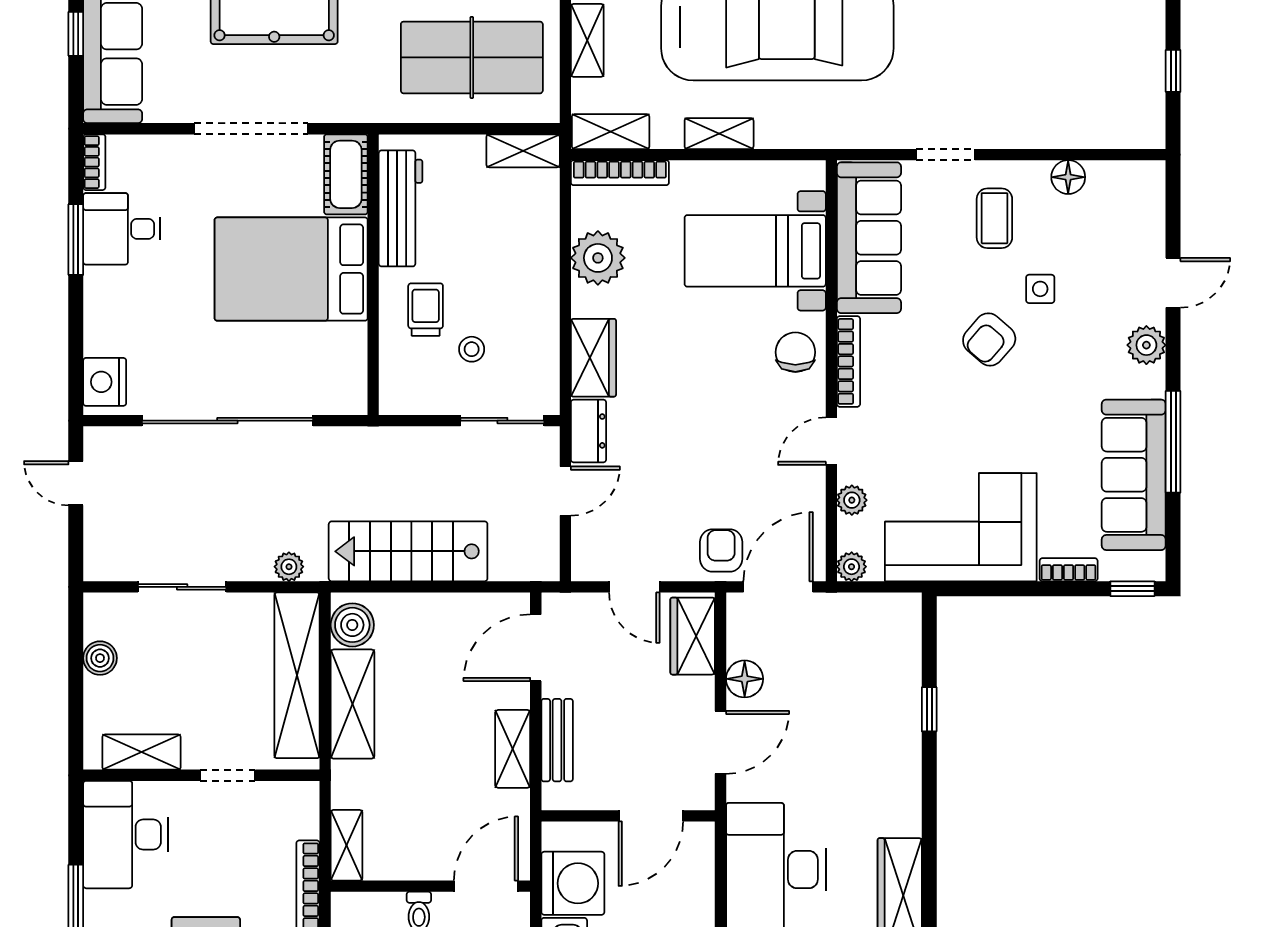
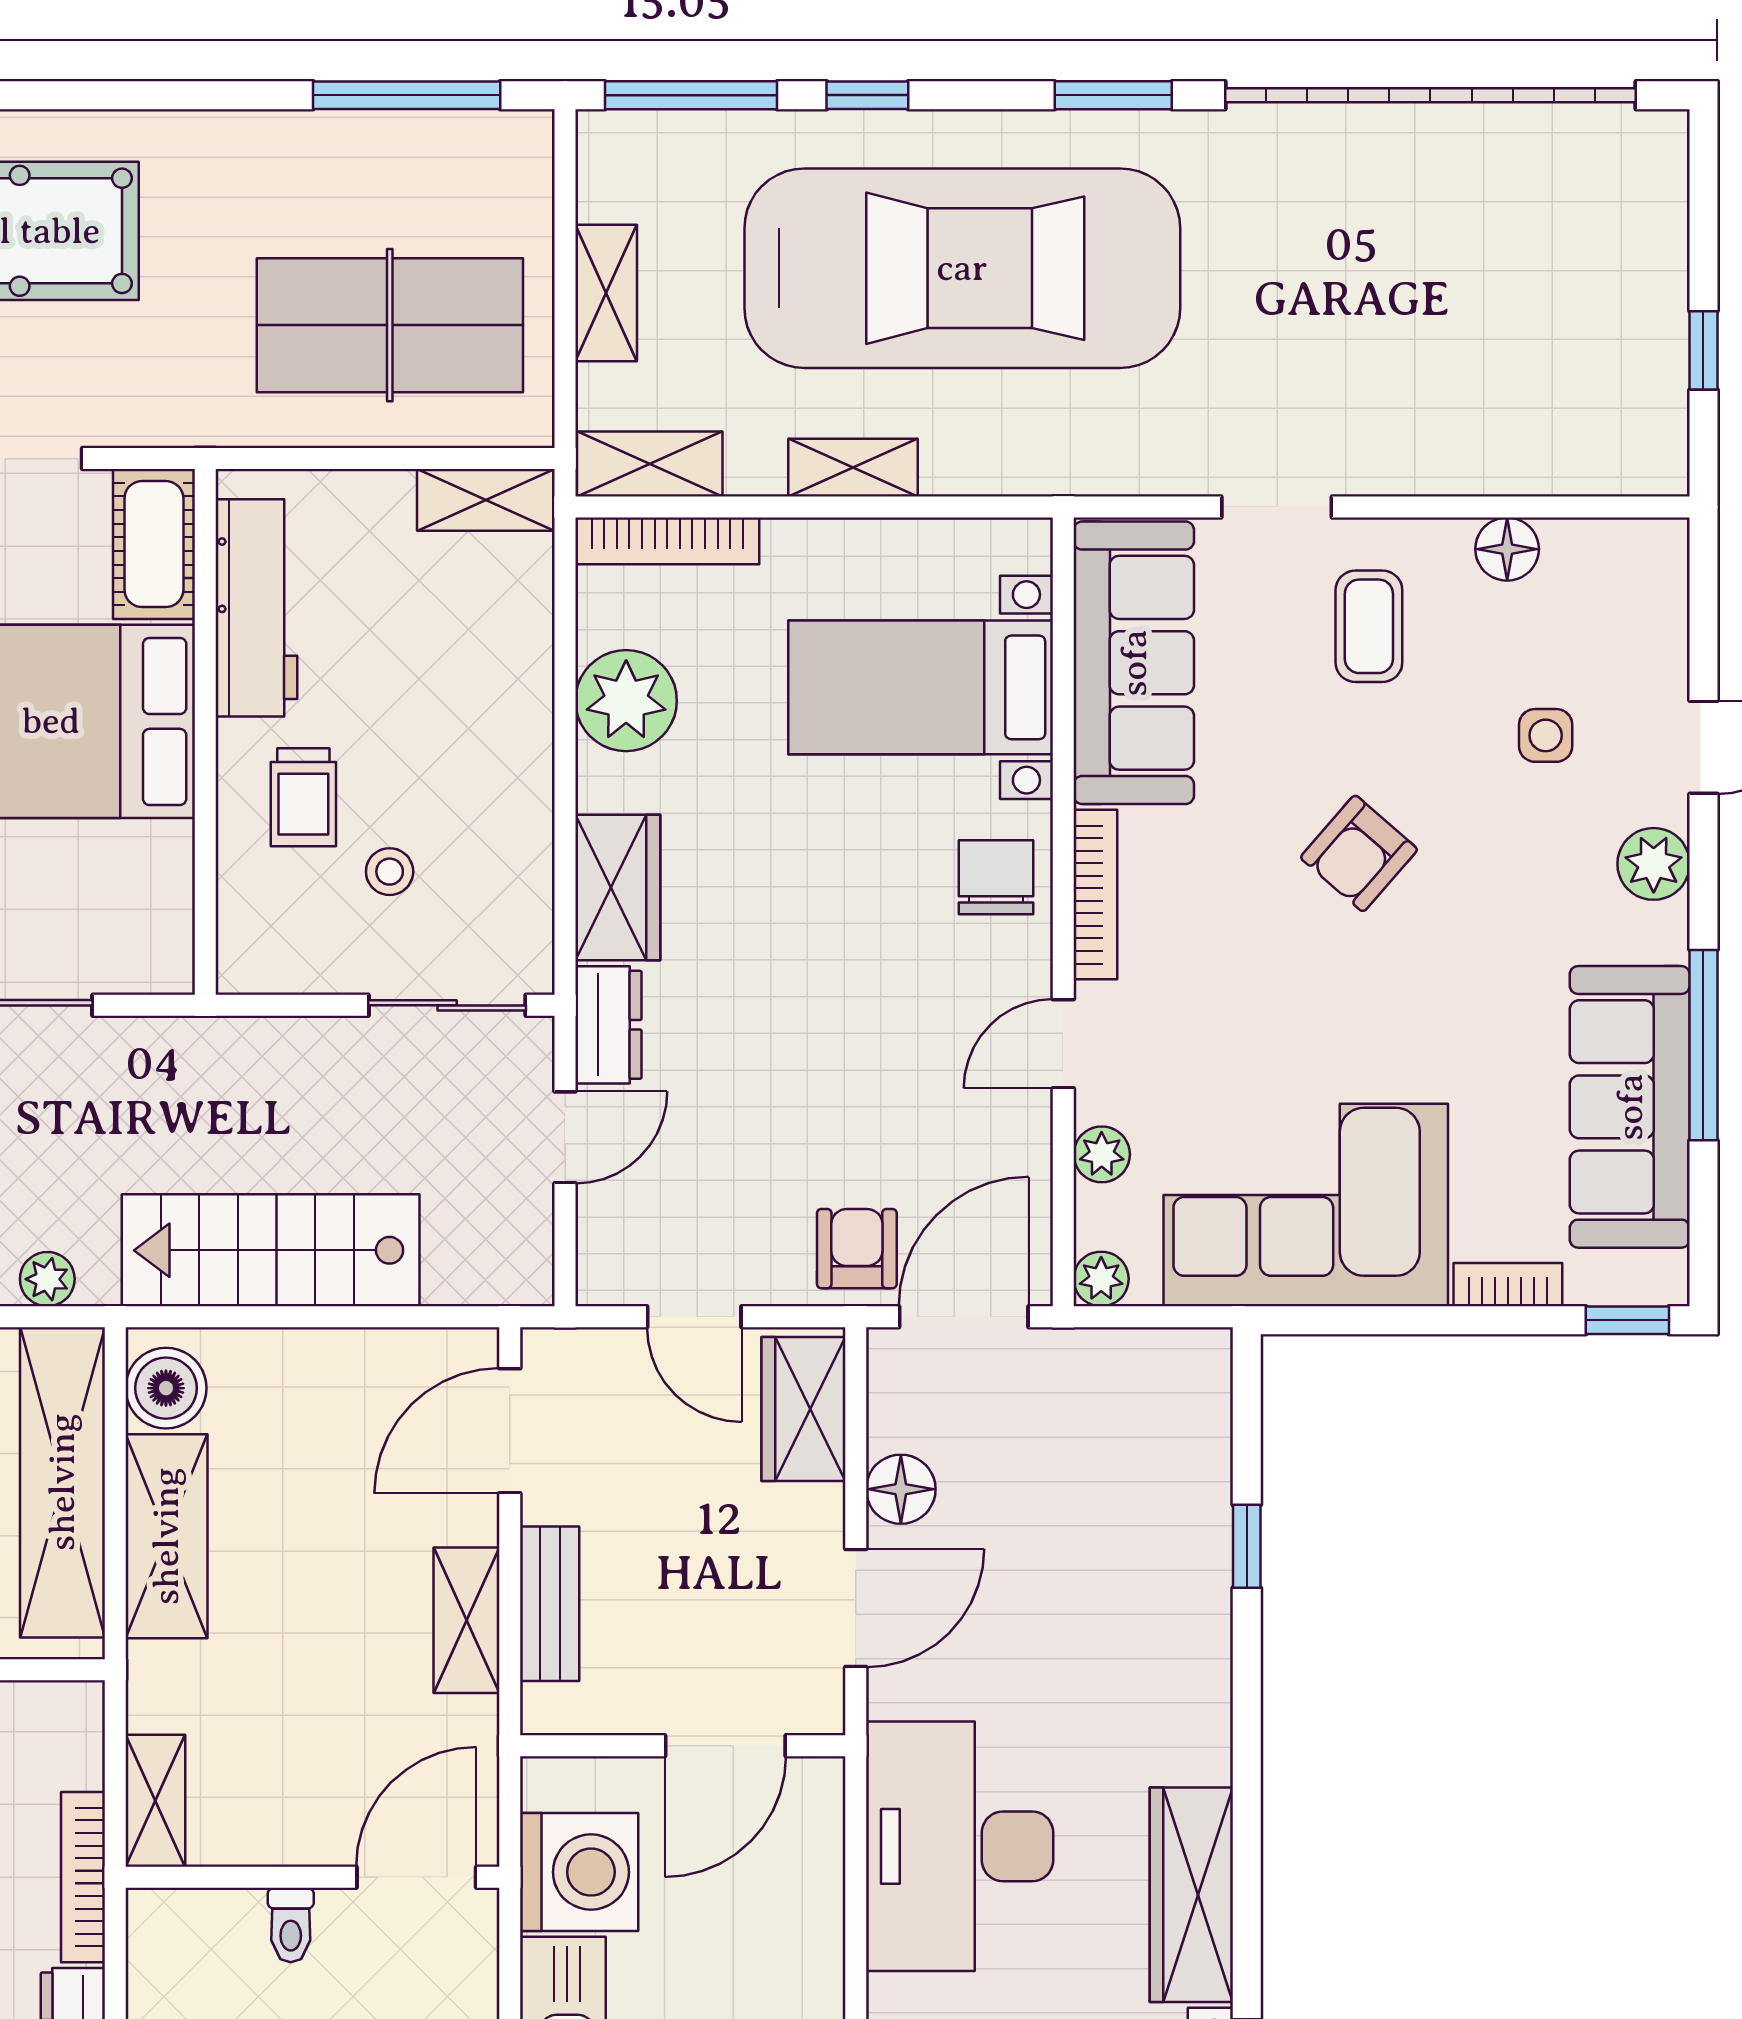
side table: (1040, 289) -> (1546, 735), moved
trolley: (426, 310) -> (303, 797), turned 180

